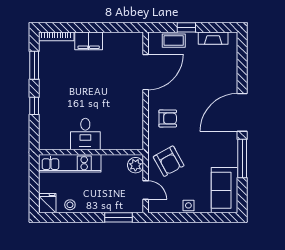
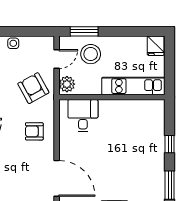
door: (146, 72) -> (57, 178), swing flipped
desk: (85, 134) -> (83, 116), moved
door: (146, 190) -> (57, 59), swing flipped
stool: (70, 205) -> (91, 54), moved, width x1.89, depth x1.89

